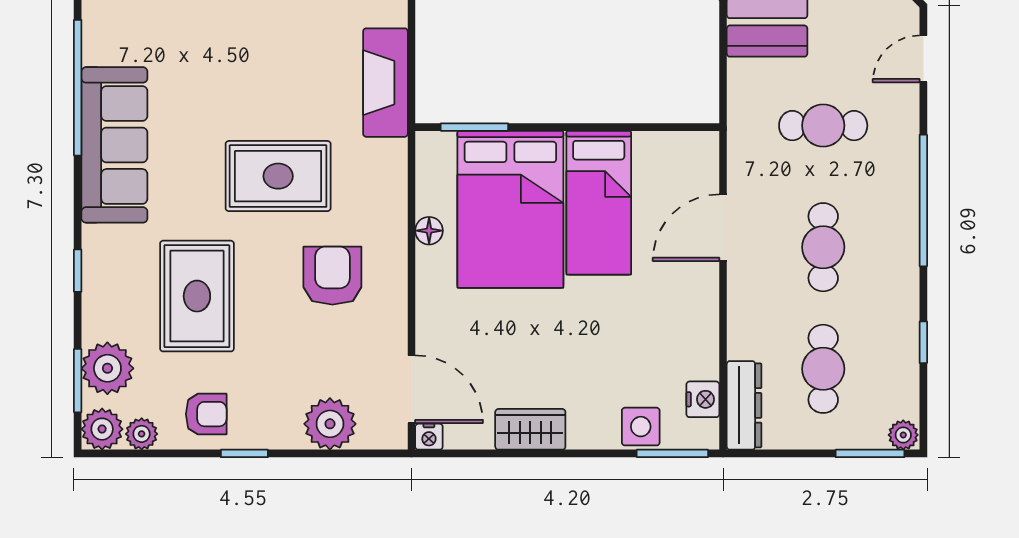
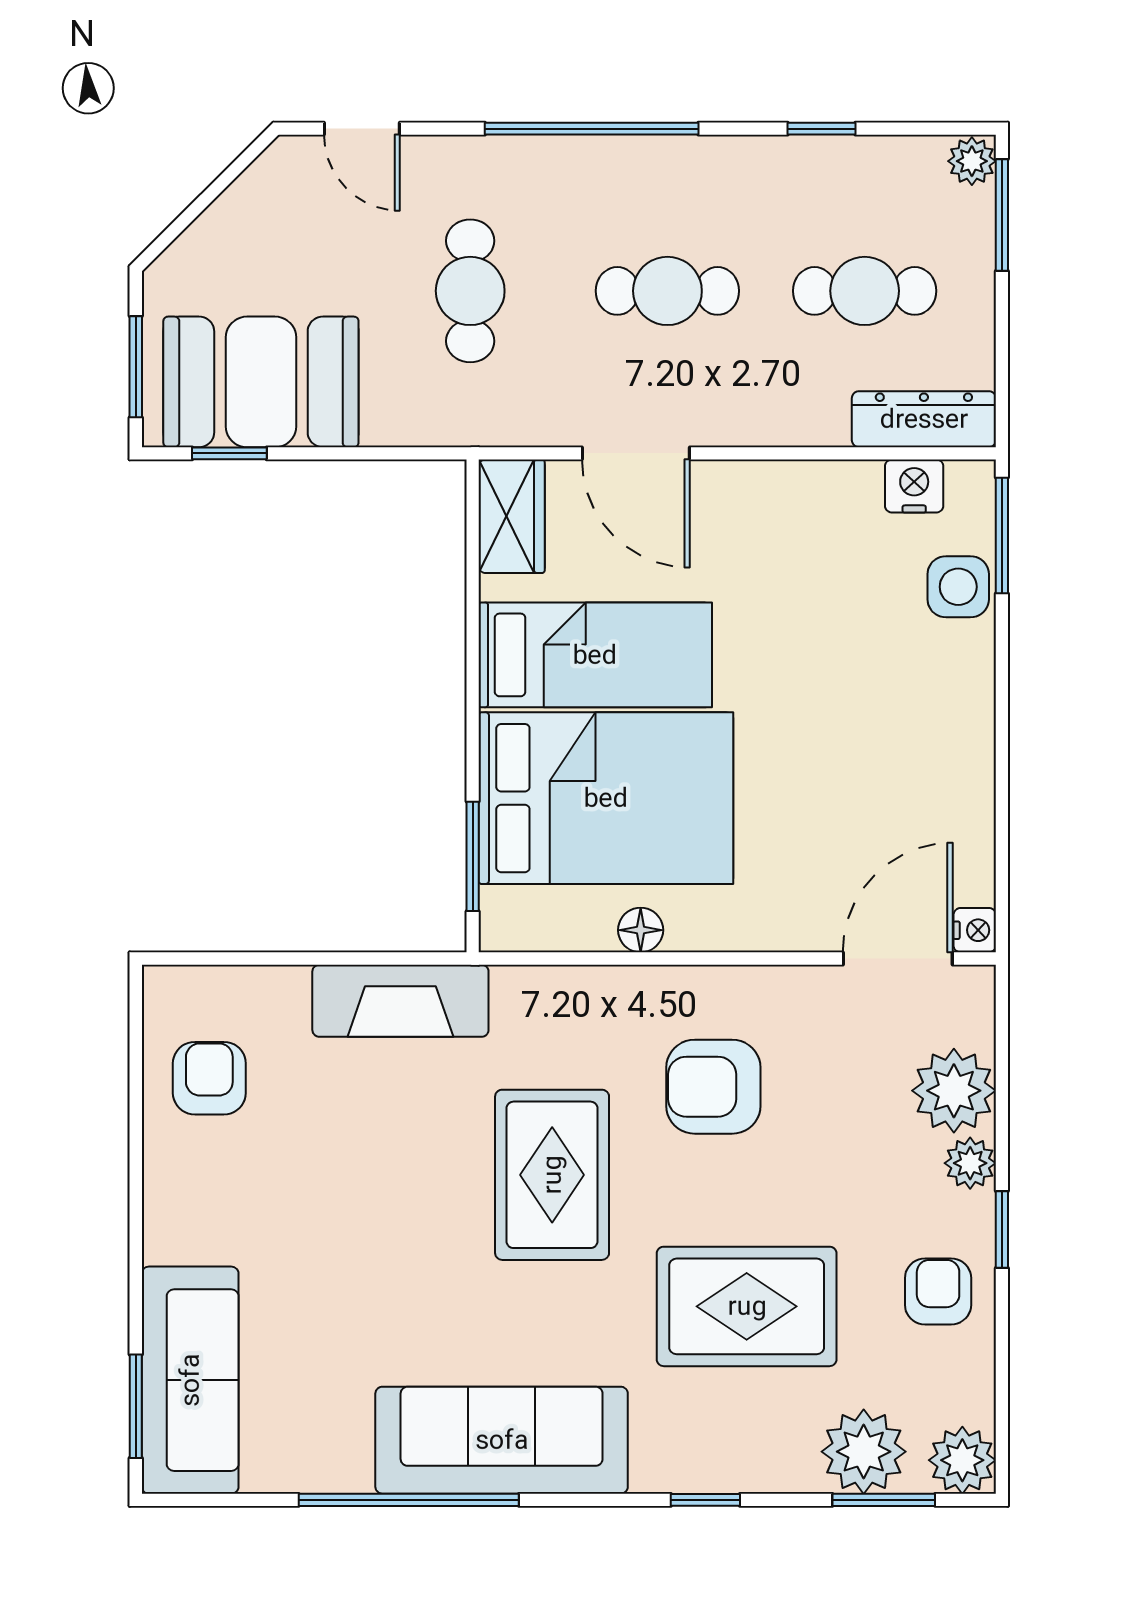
wardrobe: (530, 429) -> (512, 516), moved, turned 180
plant: (142, 434) -> (970, 1163), moved

